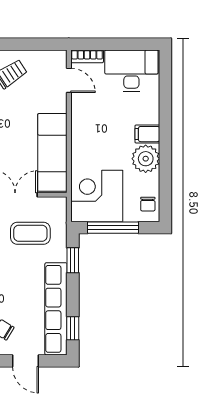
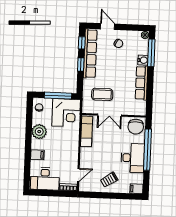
door: (69, 80) -> (78, 175), swing flipped
filing cabinet: (147, 134) -> (37, 155), moved
exam couch: (52, 152) -> (87, 131), width x0.73, depth x0.69
window: (73, 260) -> (81, 64), moved

